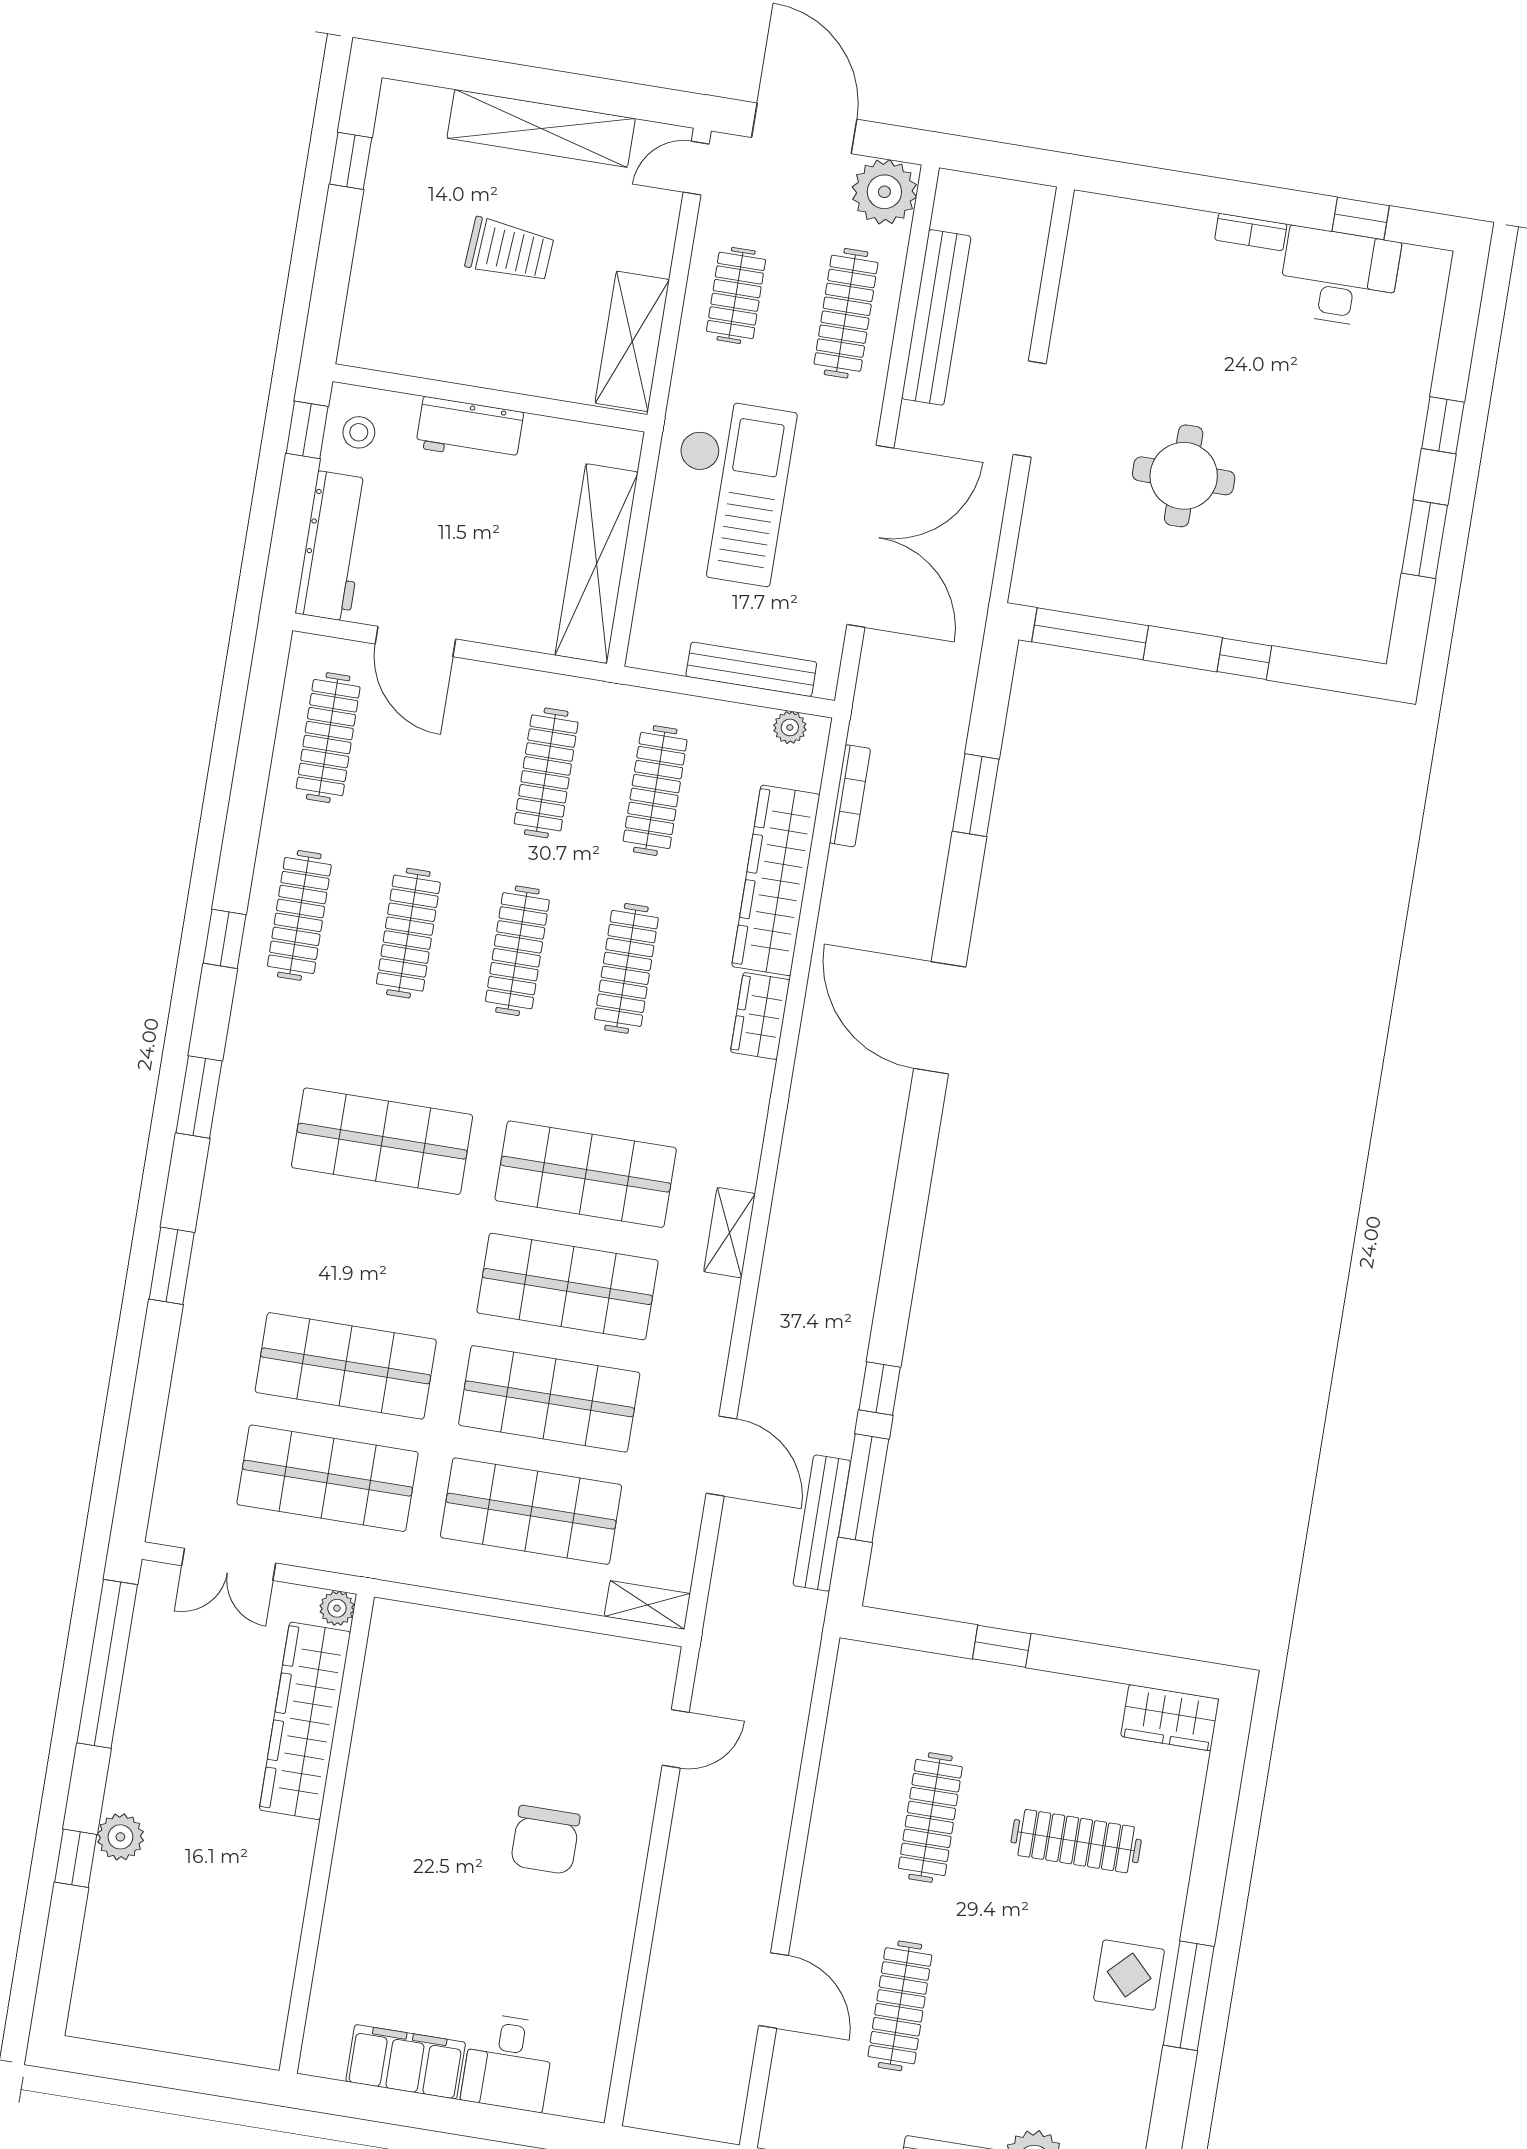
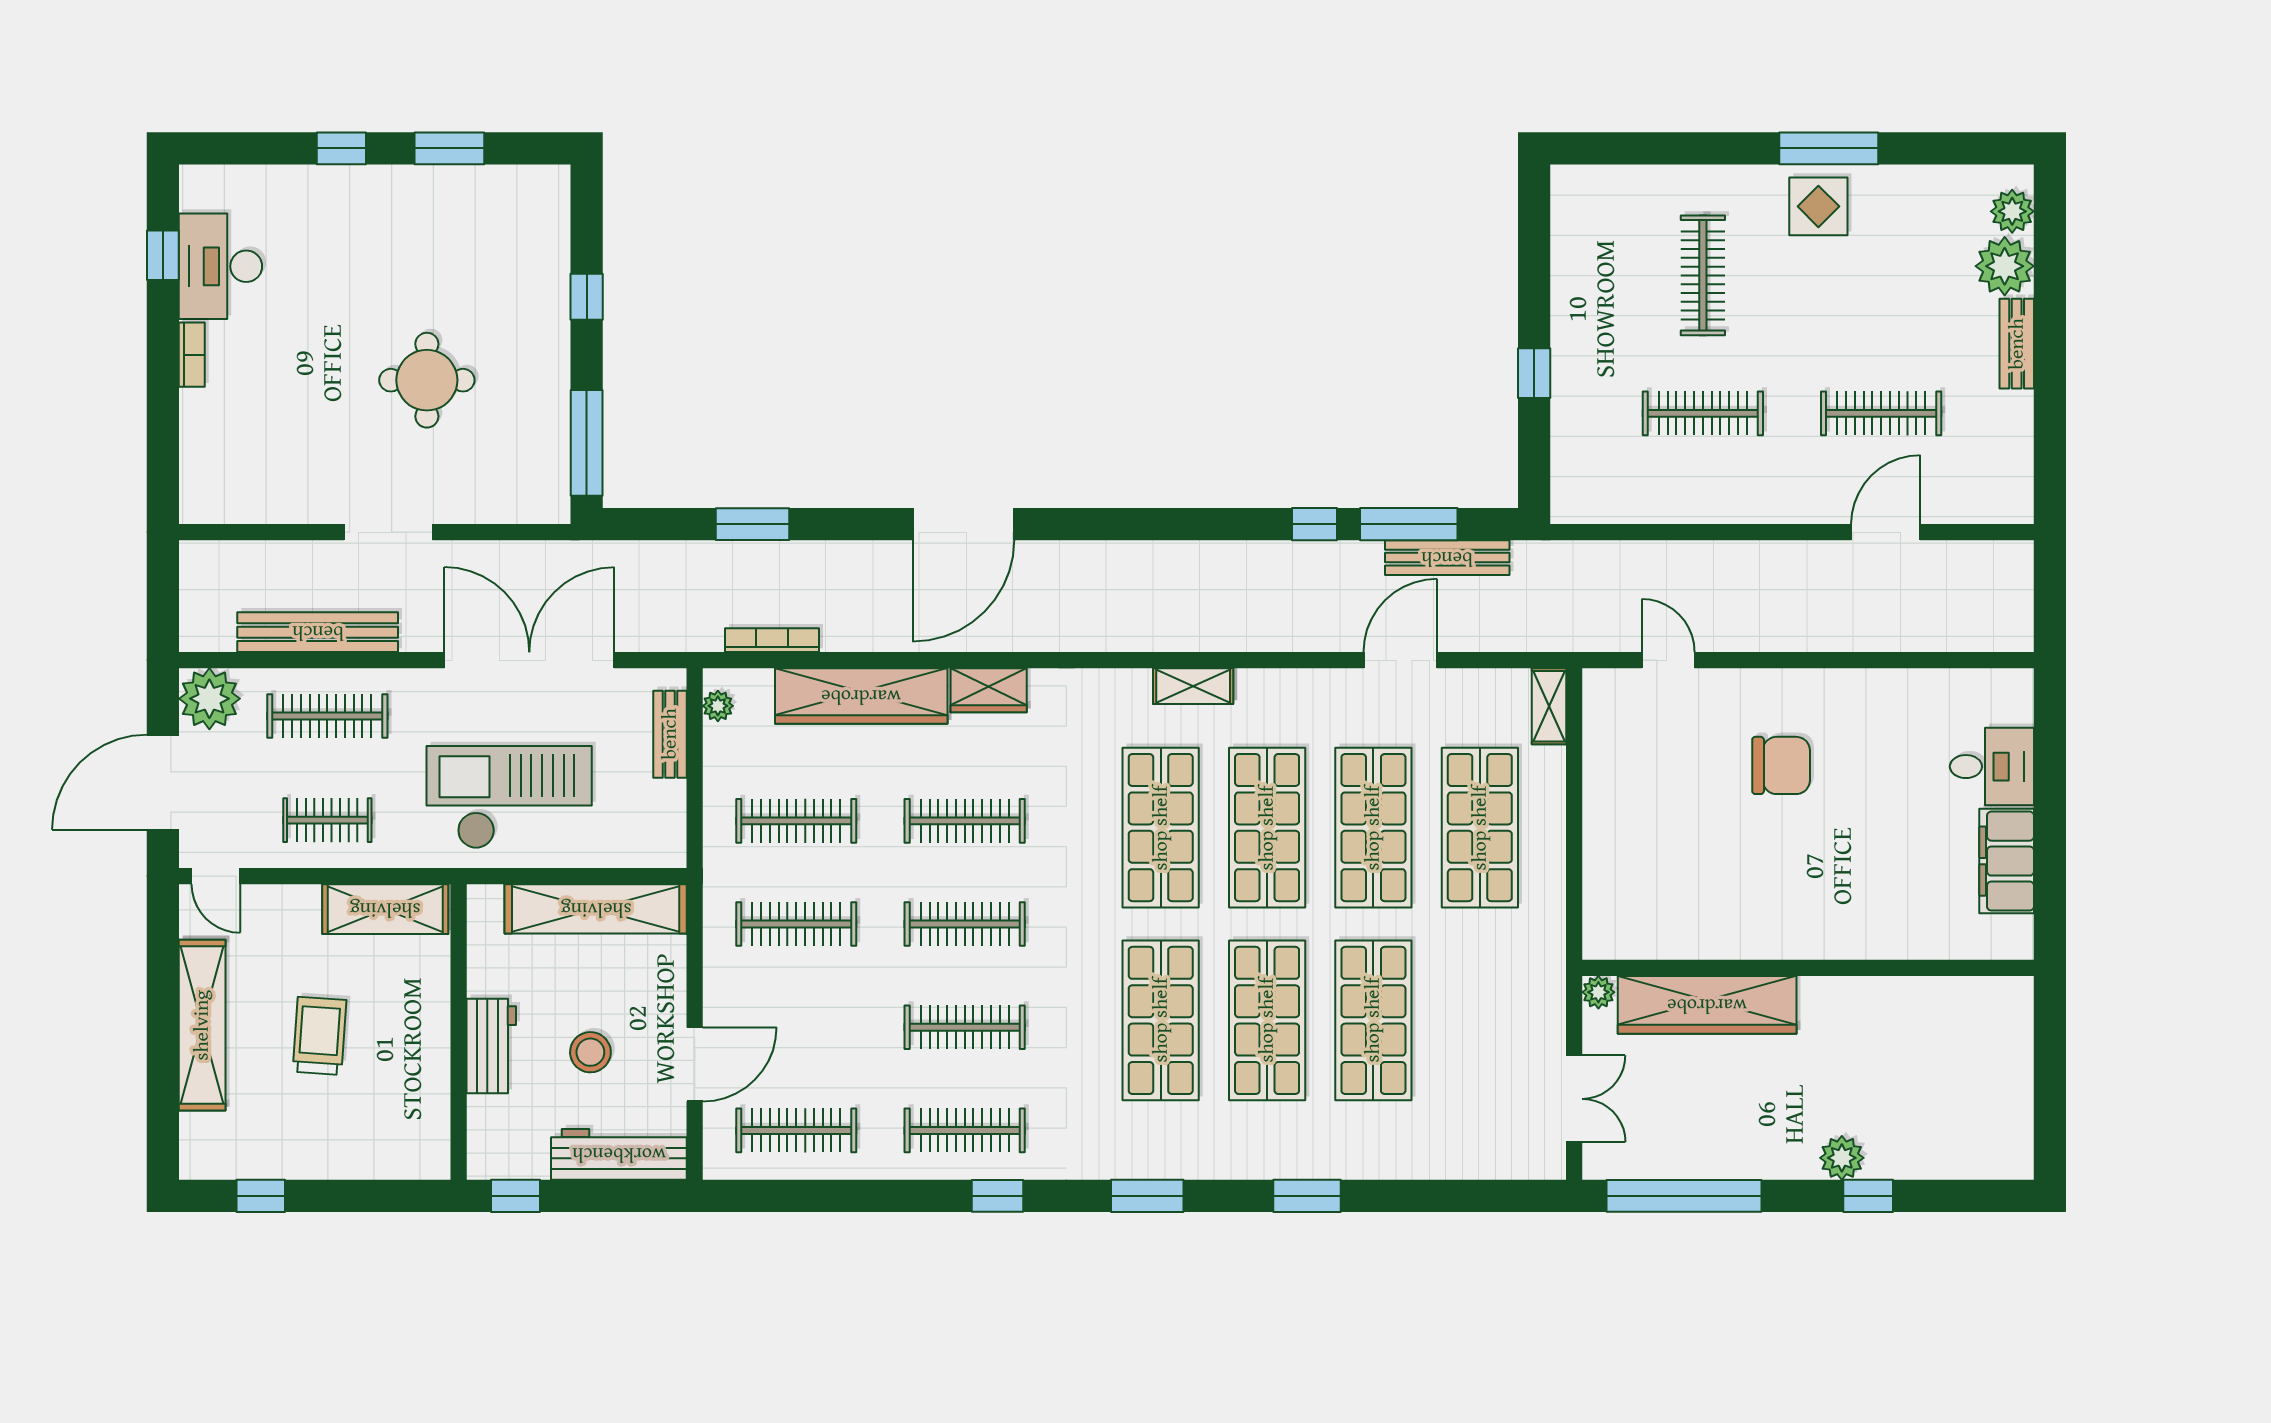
stool: (359, 432) -> (590, 1052), moved, width x1.37, depth x1.37
bench: (751, 669) -> (670, 734), width x0.73
shop shelf: (327, 1478) -> (1267, 1020), moved
wardrobe: (1170, 1718) -> (1575, 207), removed

